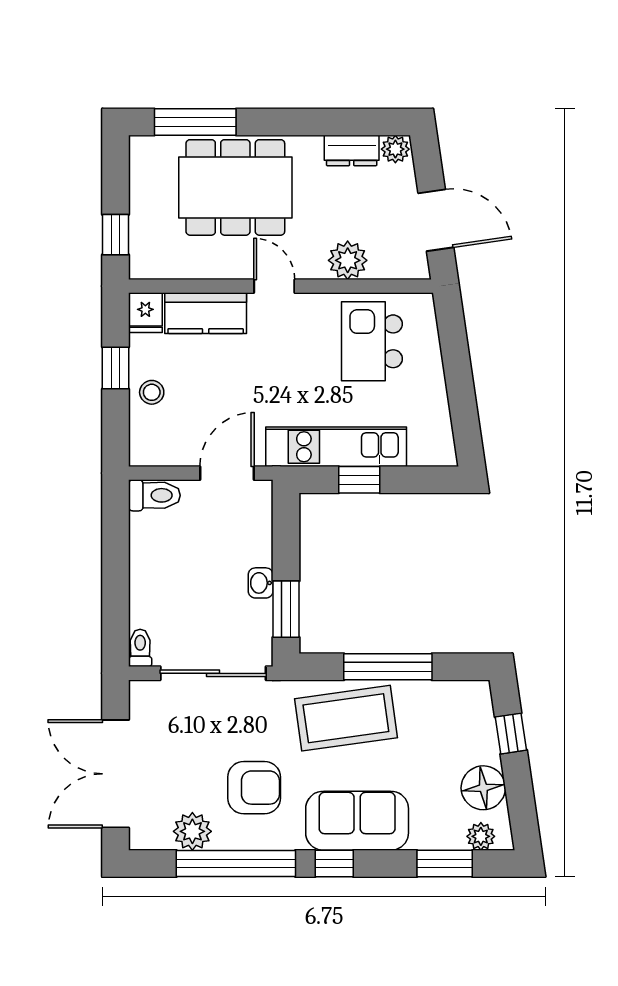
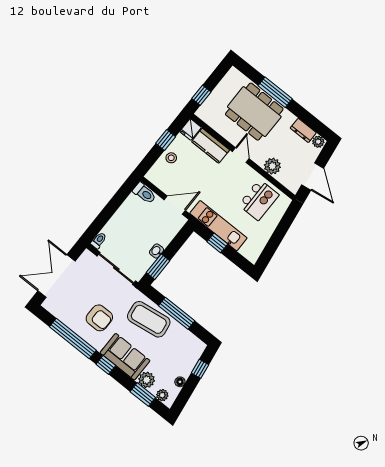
window: (195, 122) -> (275, 92), moved
kitchen island: (372, 341) -> (259, 200), turned 180
floor lamp: (483, 788) -> (180, 382), width x0.53, depth x0.53
plant: (192, 831) -> (147, 380), moved

